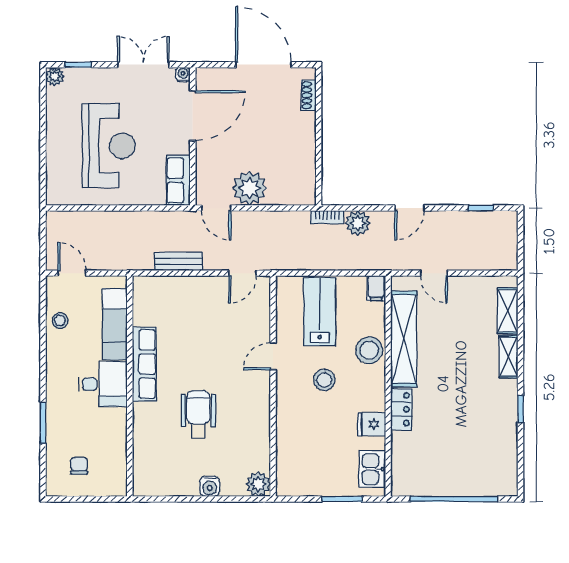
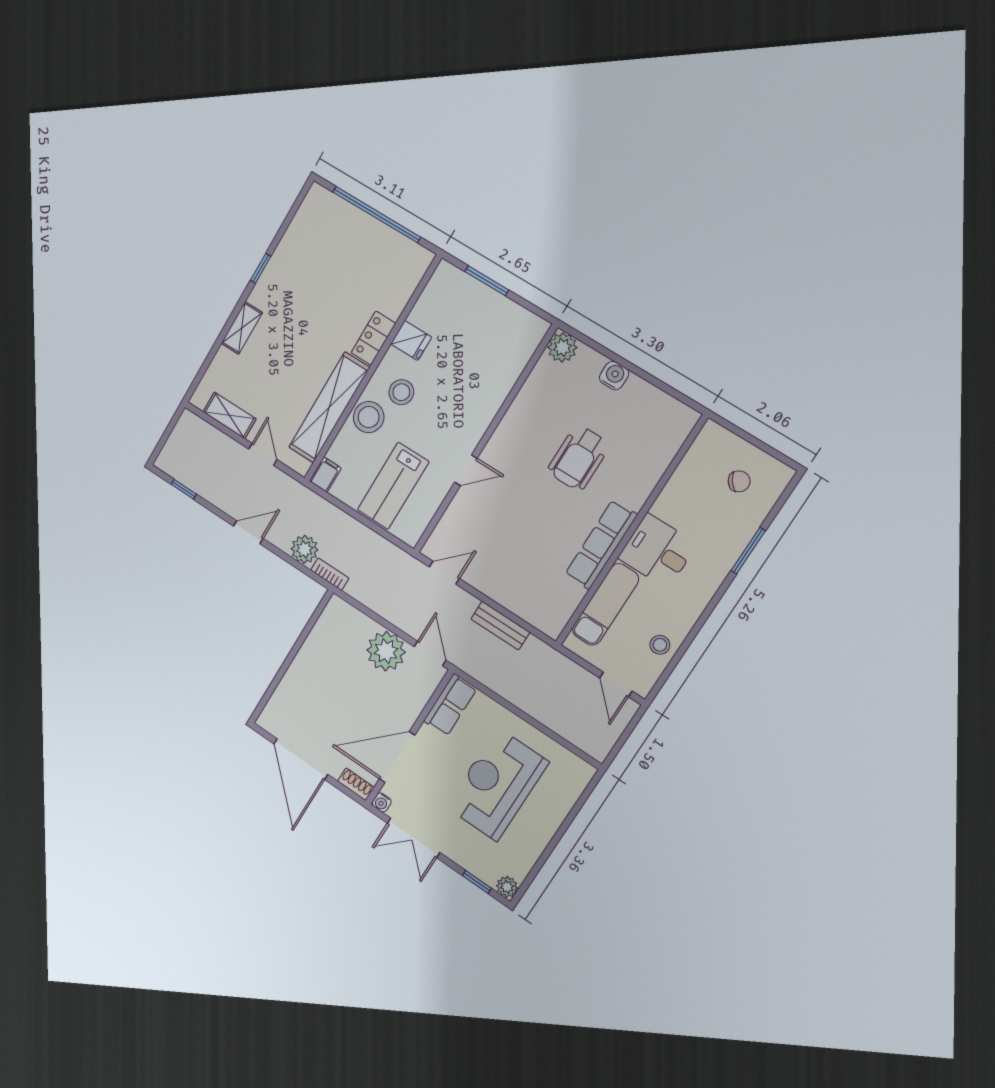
shoe rack: (309, 95) -> (356, 784), moved, turned -90
shelving: (508, 311) -> (229, 415), moved, turned 90
stool: (324, 380) -> (401, 392), moved
chair: (79, 466) -> (739, 481), turned -127
kitchen sink: (372, 469) -> (438, 294), removed

